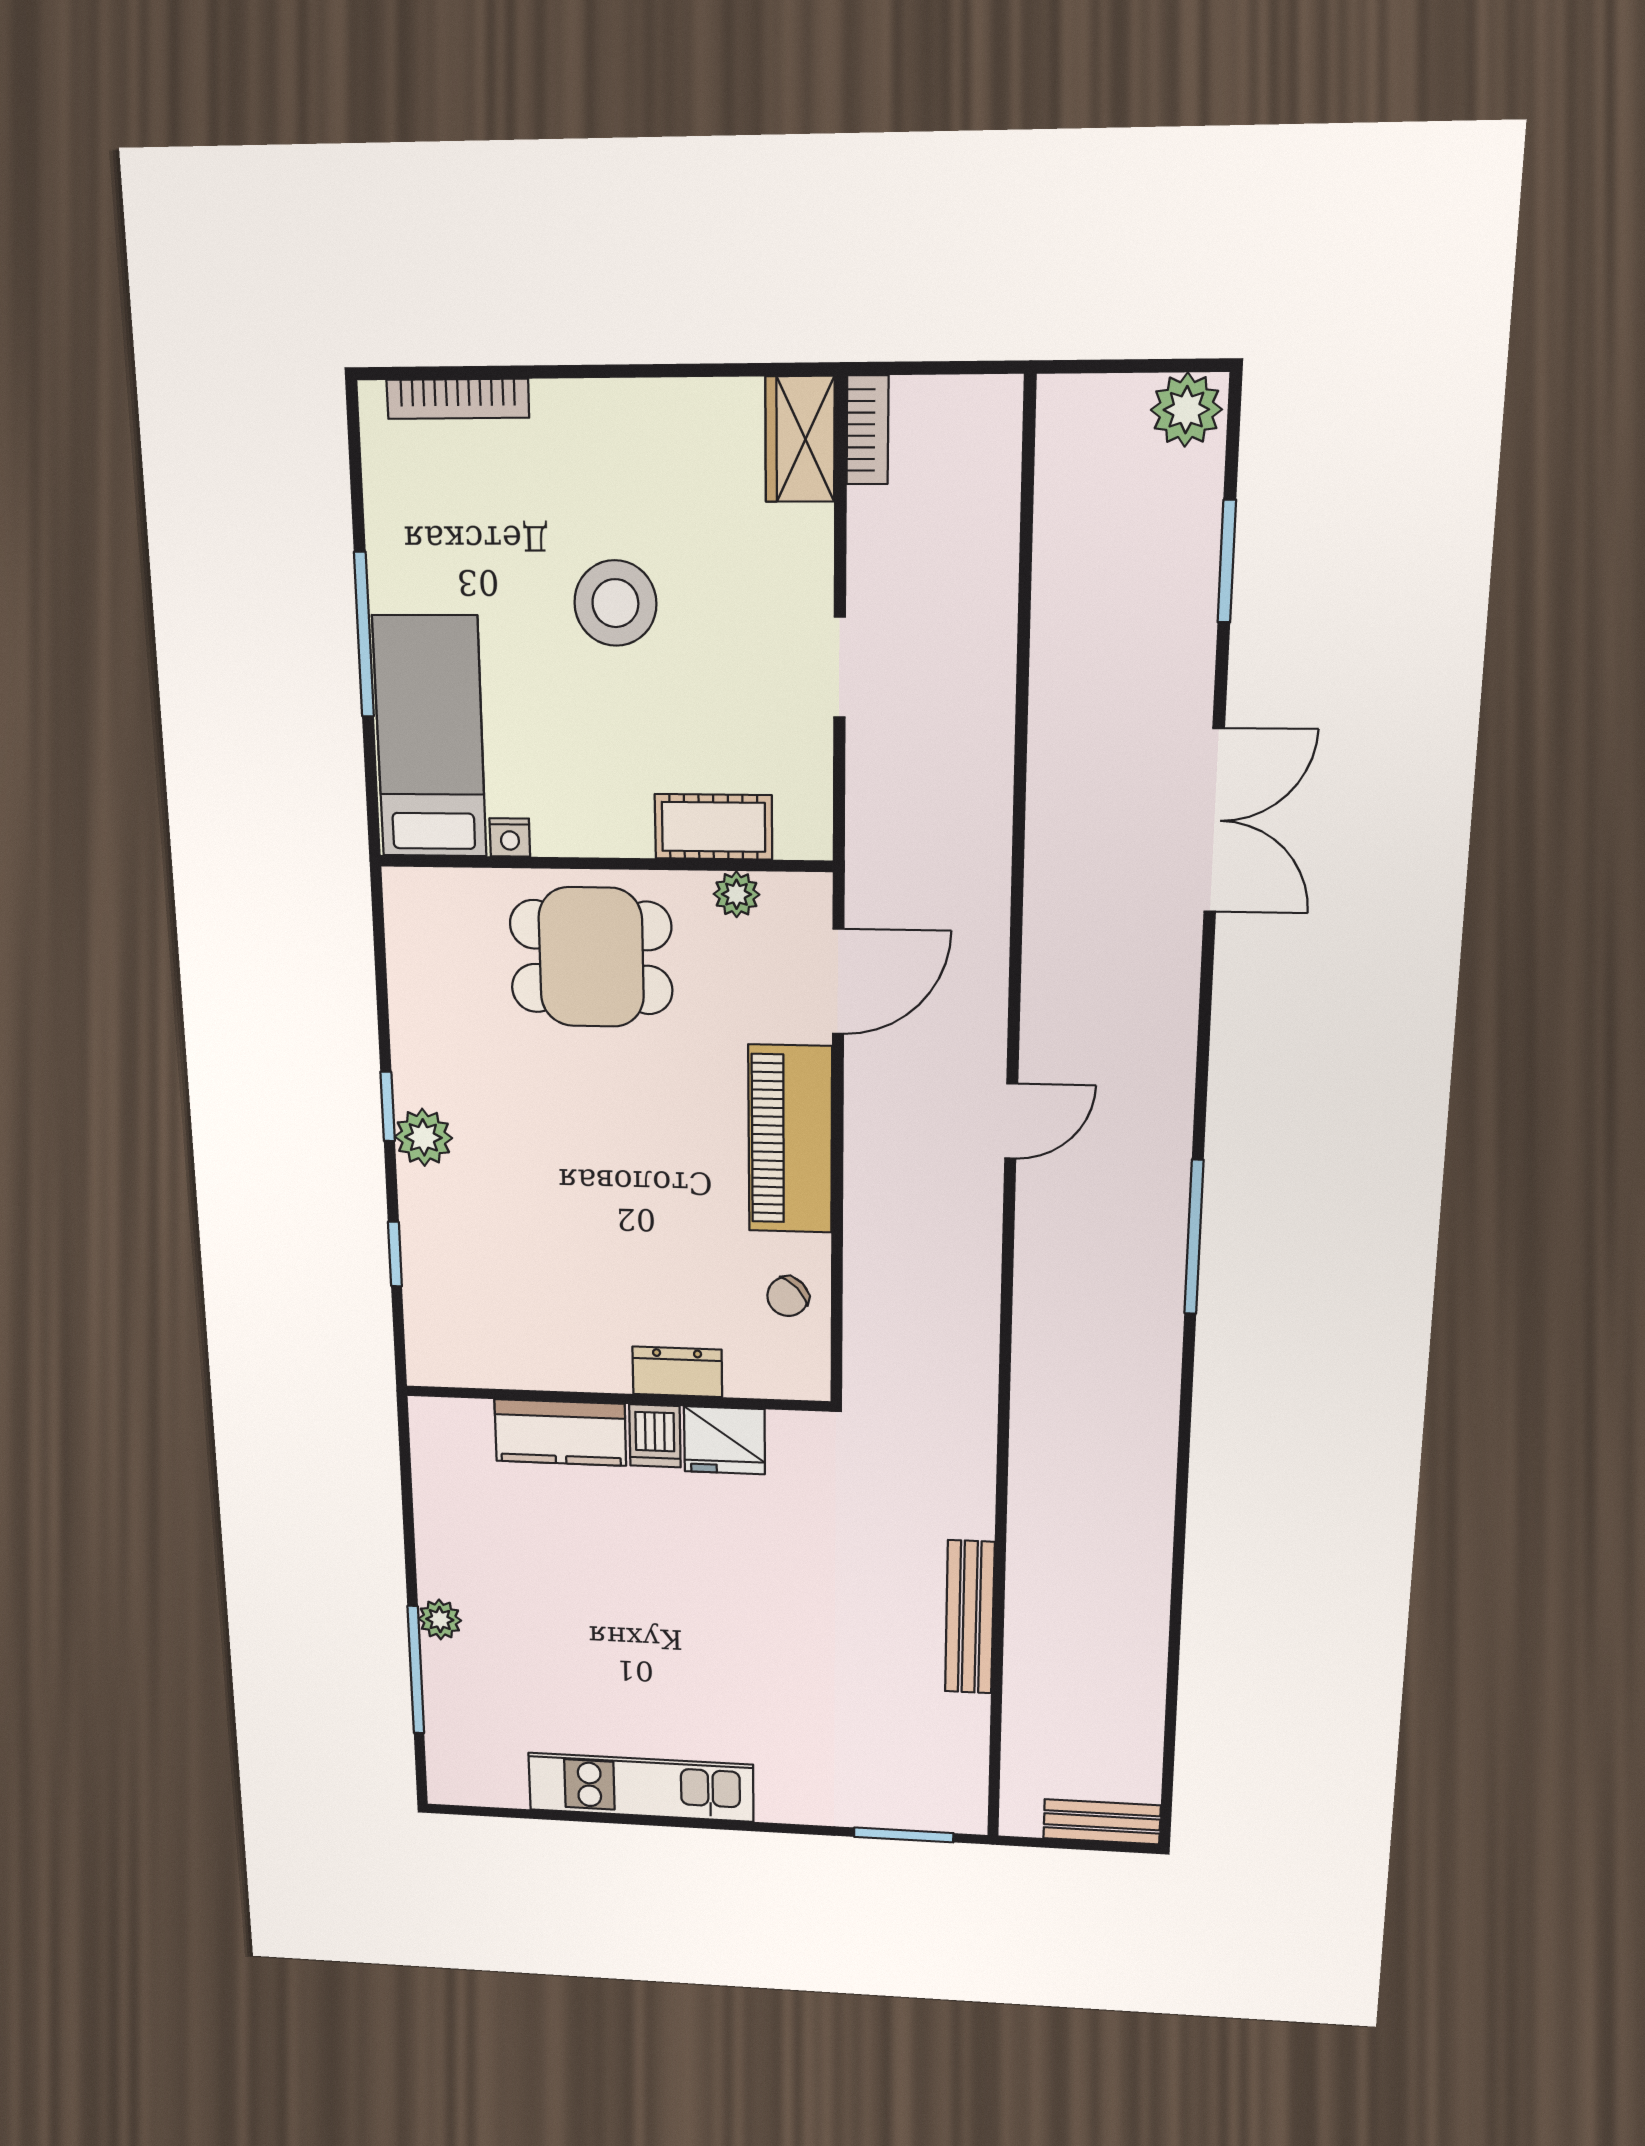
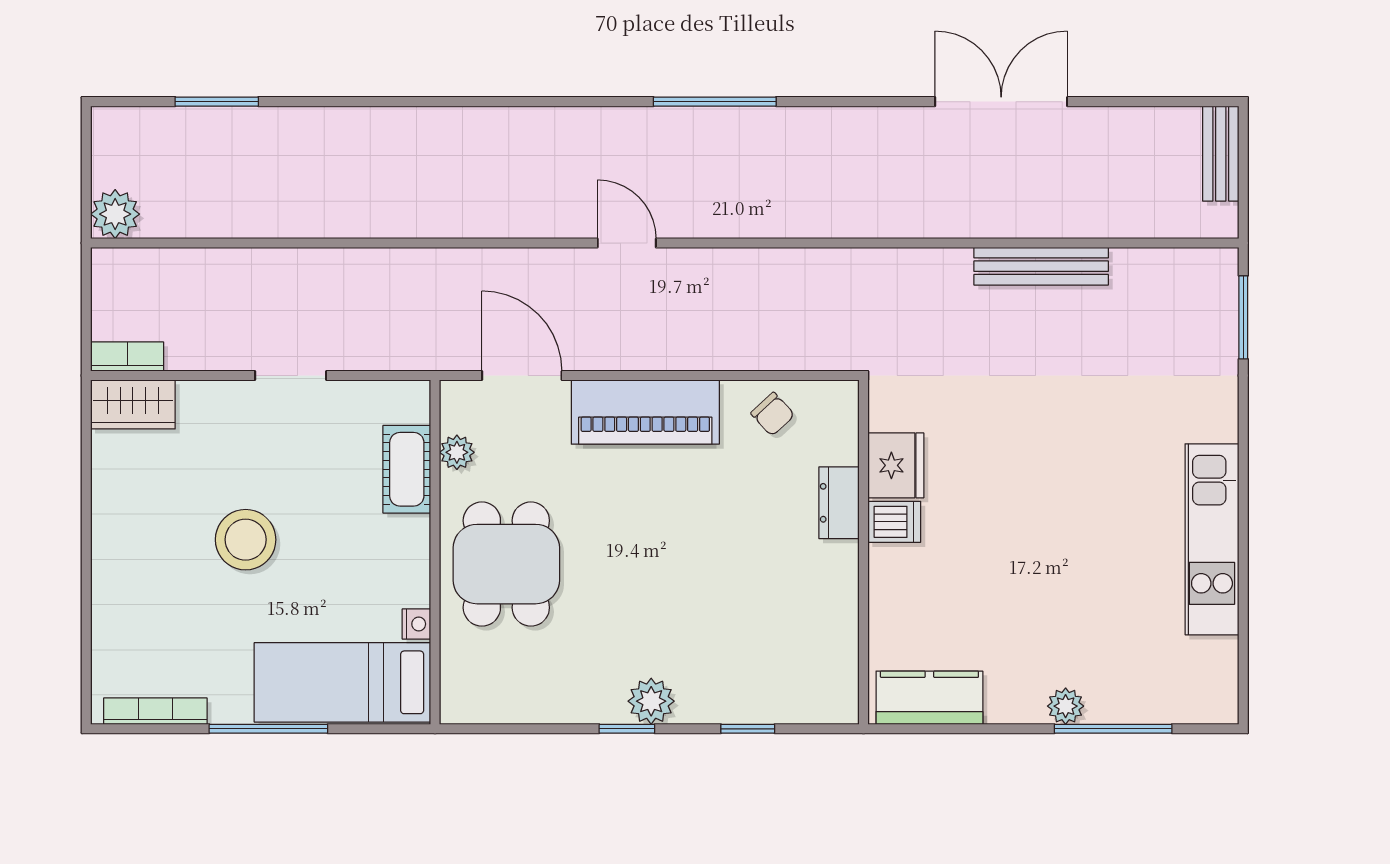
bookcase: (458, 399) -> (155, 711), moved, turned -90
plant: (1186, 410) -> (115, 214), moved
double door: (1214, 821) -> (1001, 102), moved
kitchen counter: (560, 1433) -> (929, 698), moved, turned -90

